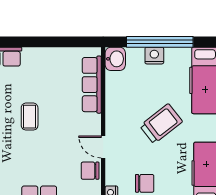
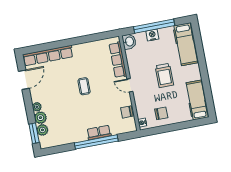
trolley: (161, 124) -> (164, 75), turned 128
door: (103, 147) -> (130, 85), moved

